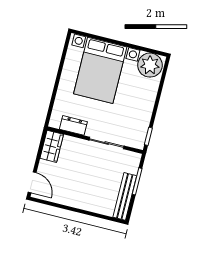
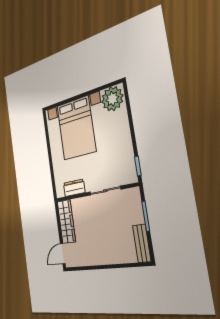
wardrobe: (52, 146) -> (66, 222), width x1.50
door: (32, 182) -> (63, 254), swing flipped
bench: (125, 196) -> (142, 243), width x0.73

